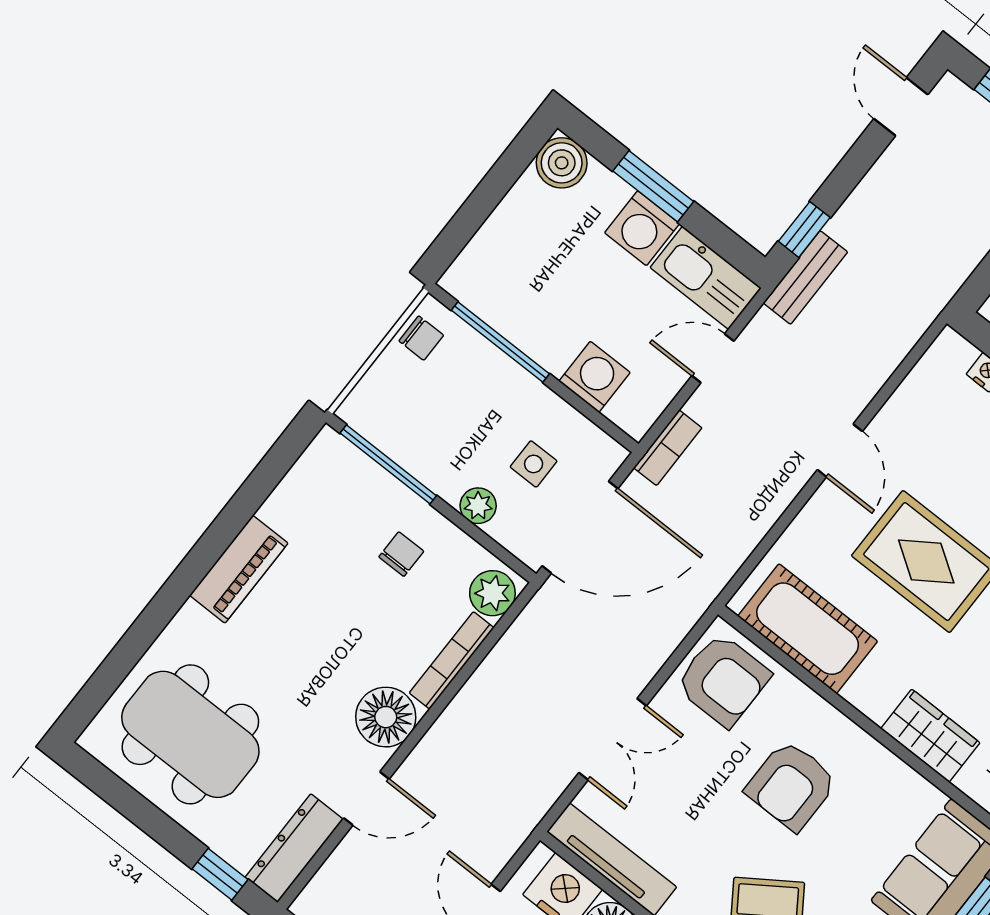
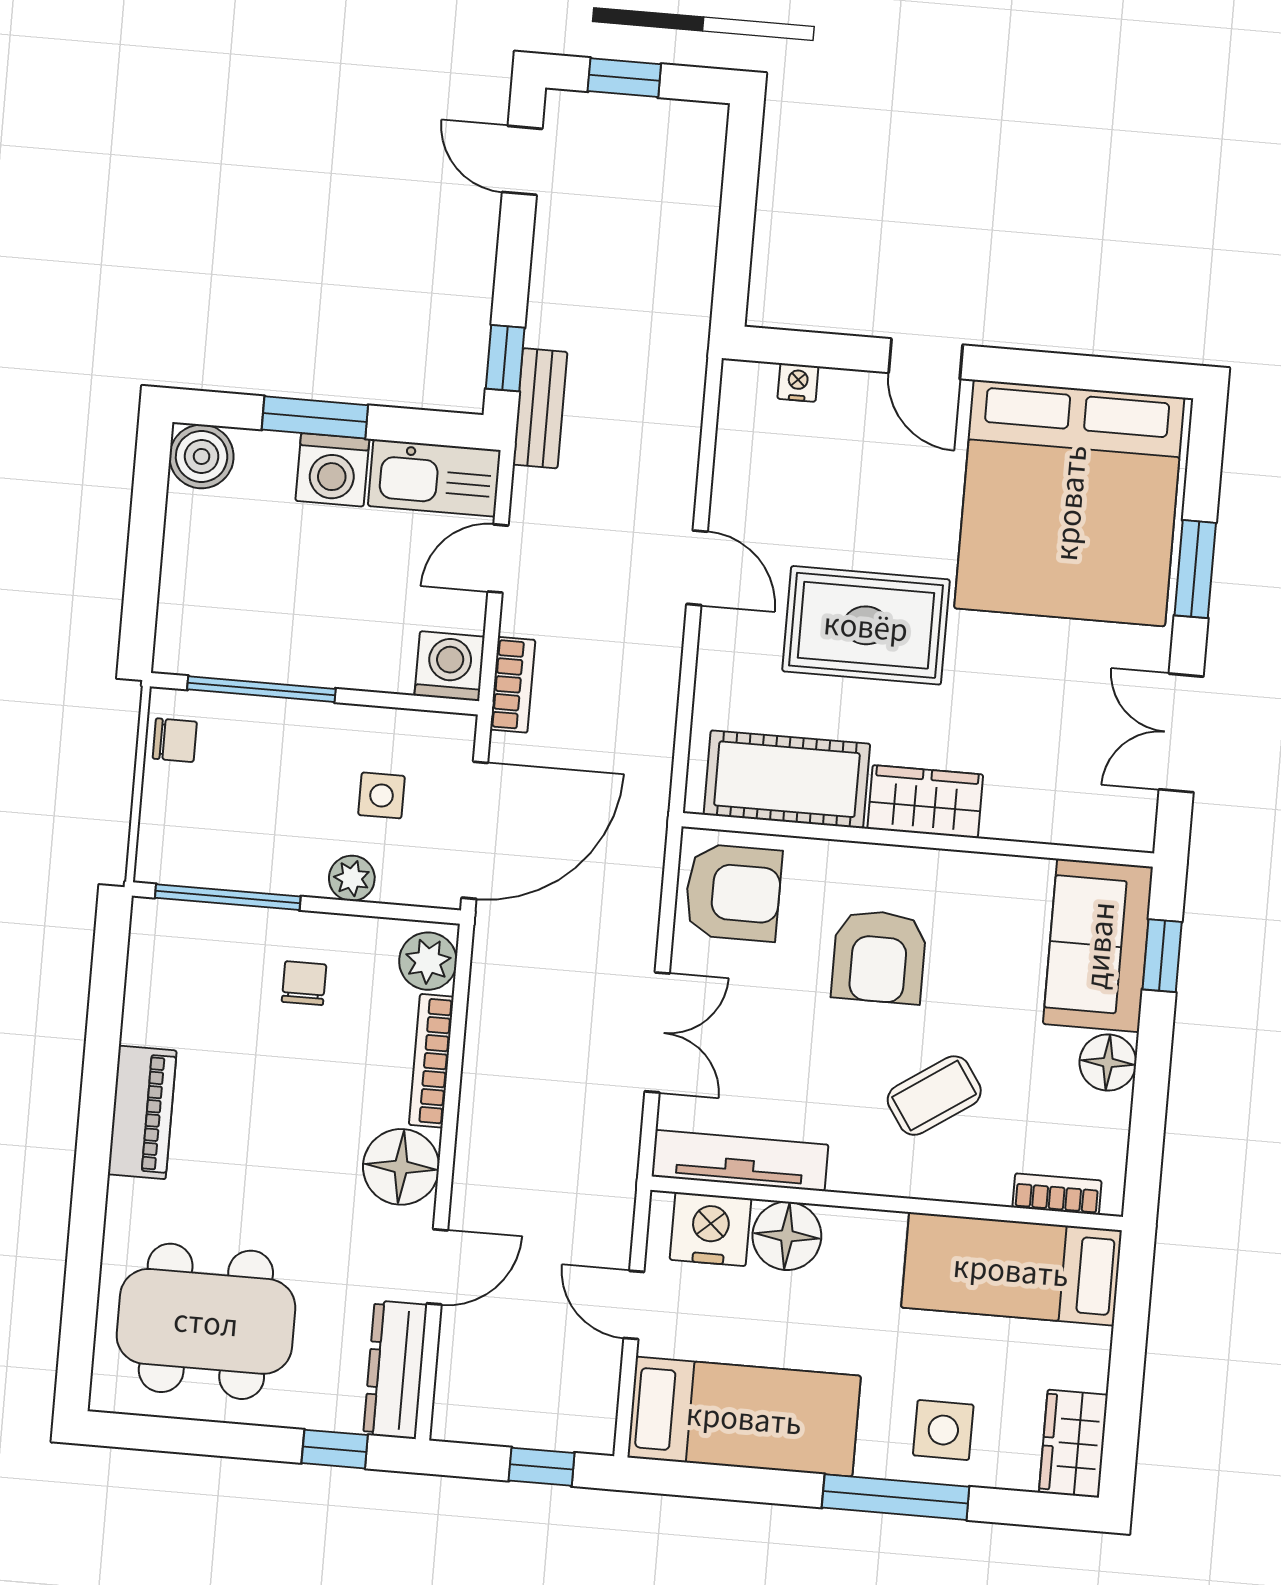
washing machine: (594, 377) -> (450, 666), moved
wardrobe: (930, 736) -> (925, 802), moved

